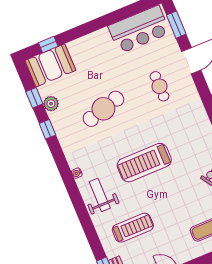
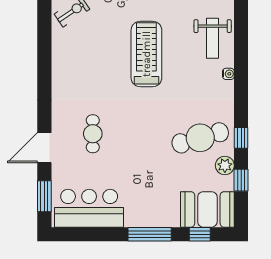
window: (86, 29) -> (150, 234), added
cafe table: (103, 109) -> (200, 138), moved
treadmill: (144, 163) -> (146, 54), turned -90

